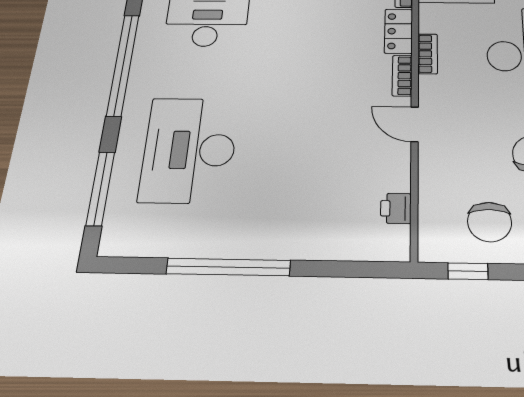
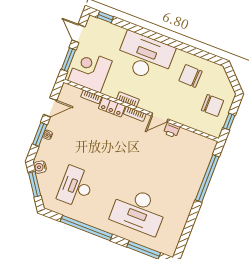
printer: (396, 208) -> (172, 130), moved
window: (228, 267) -> (207, 178), moved

